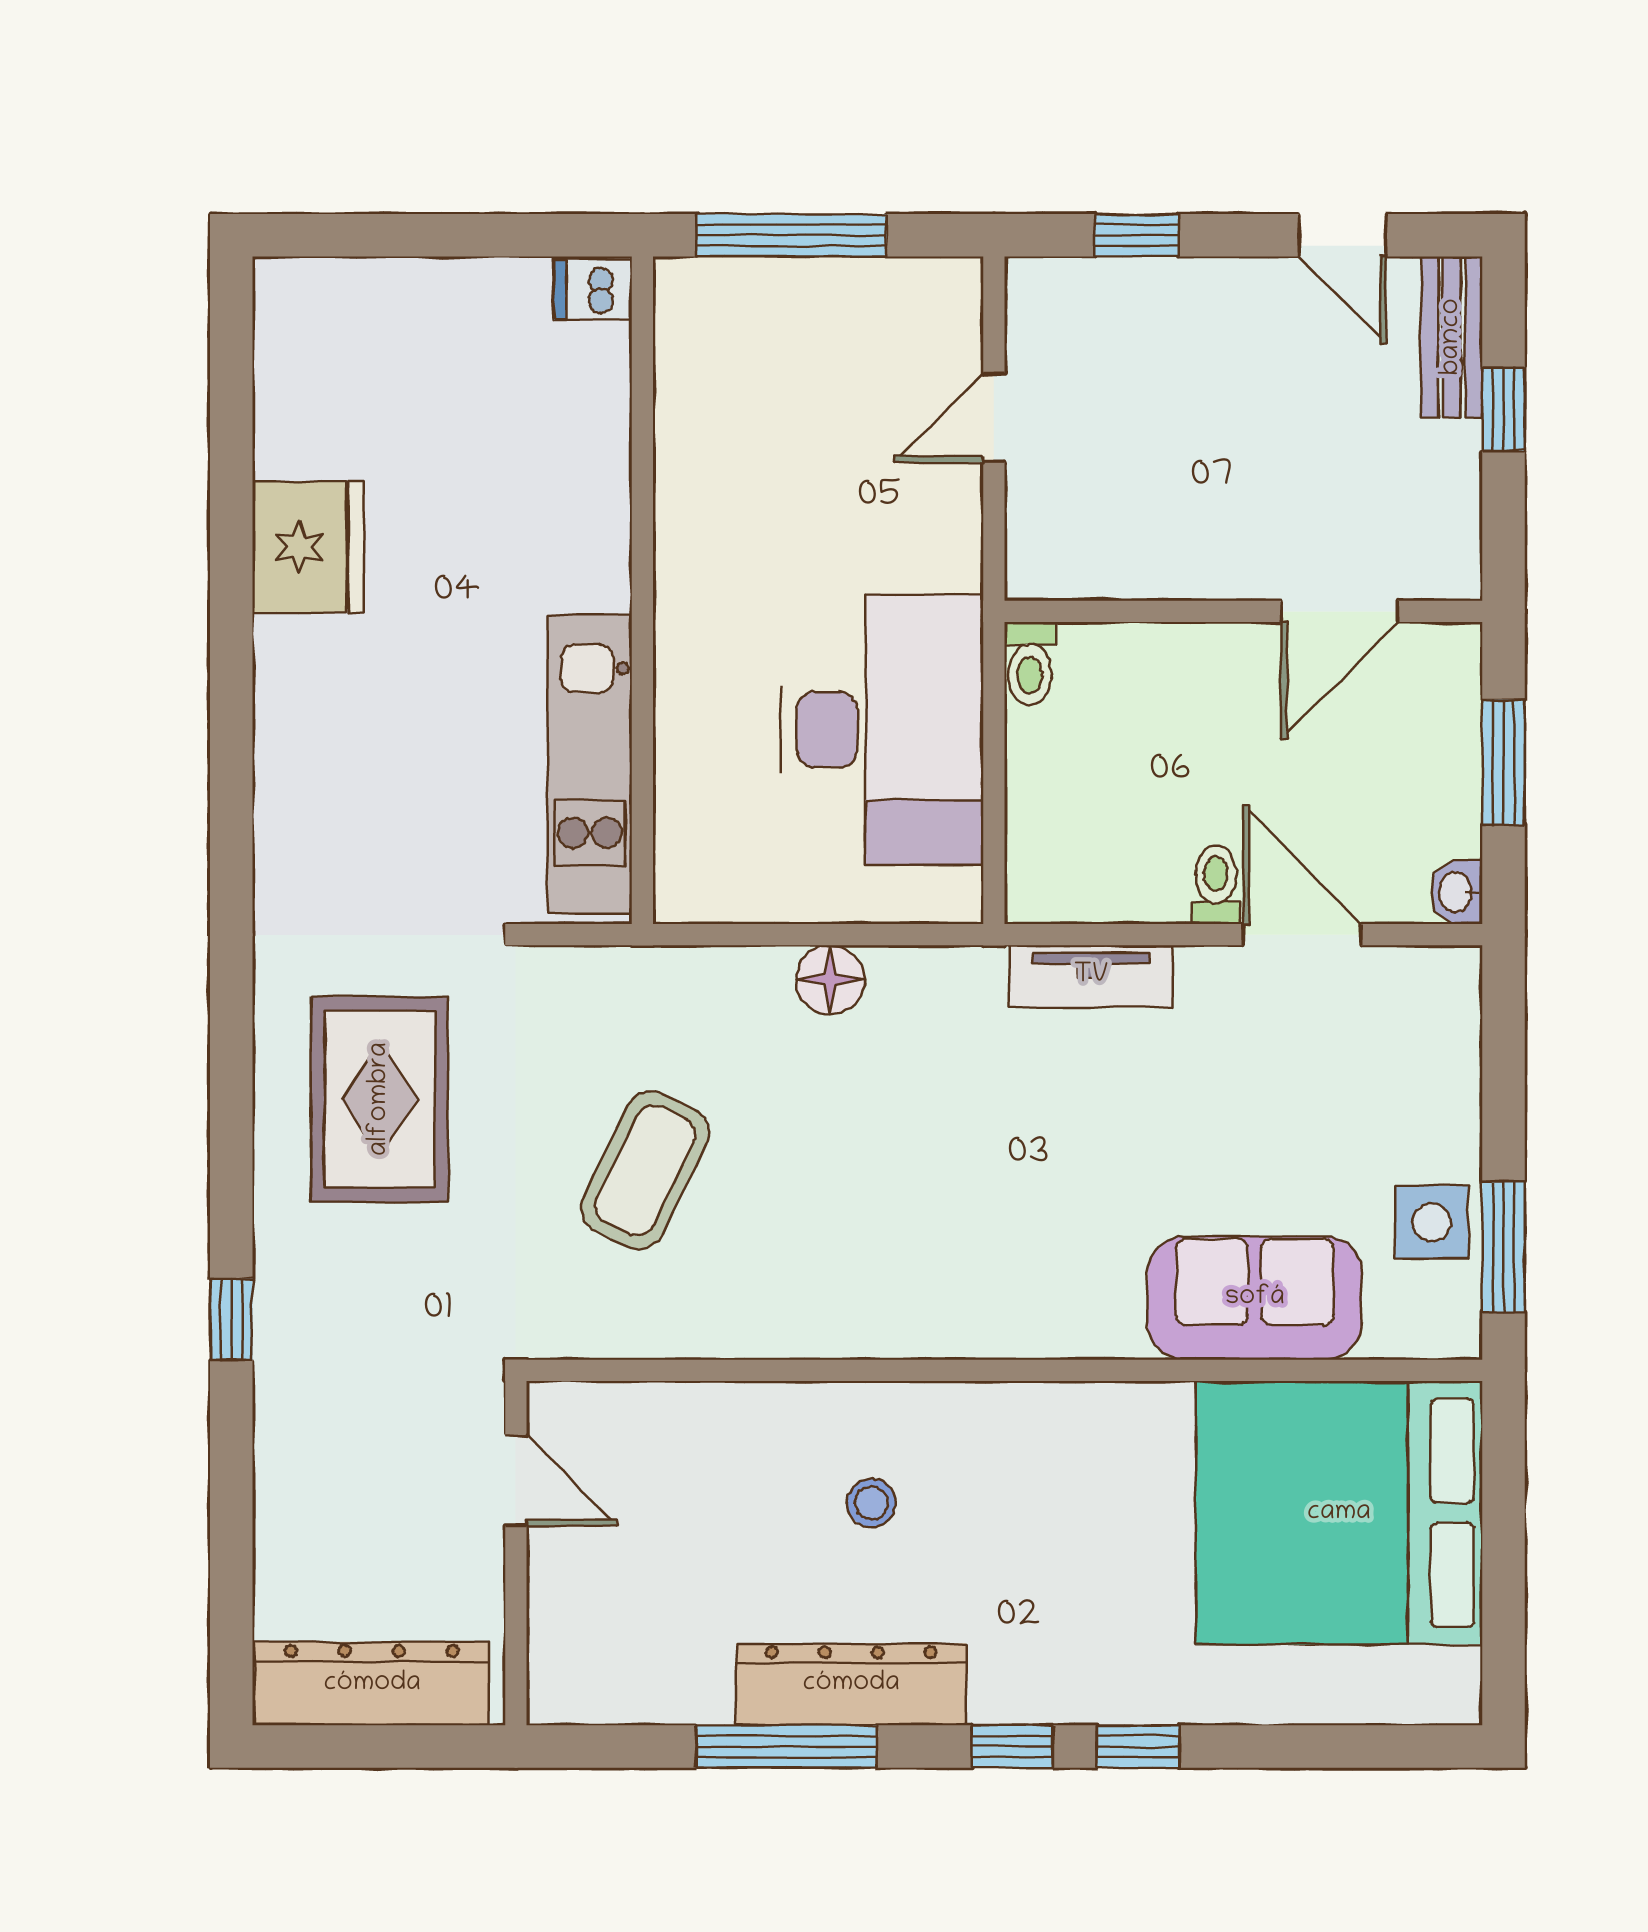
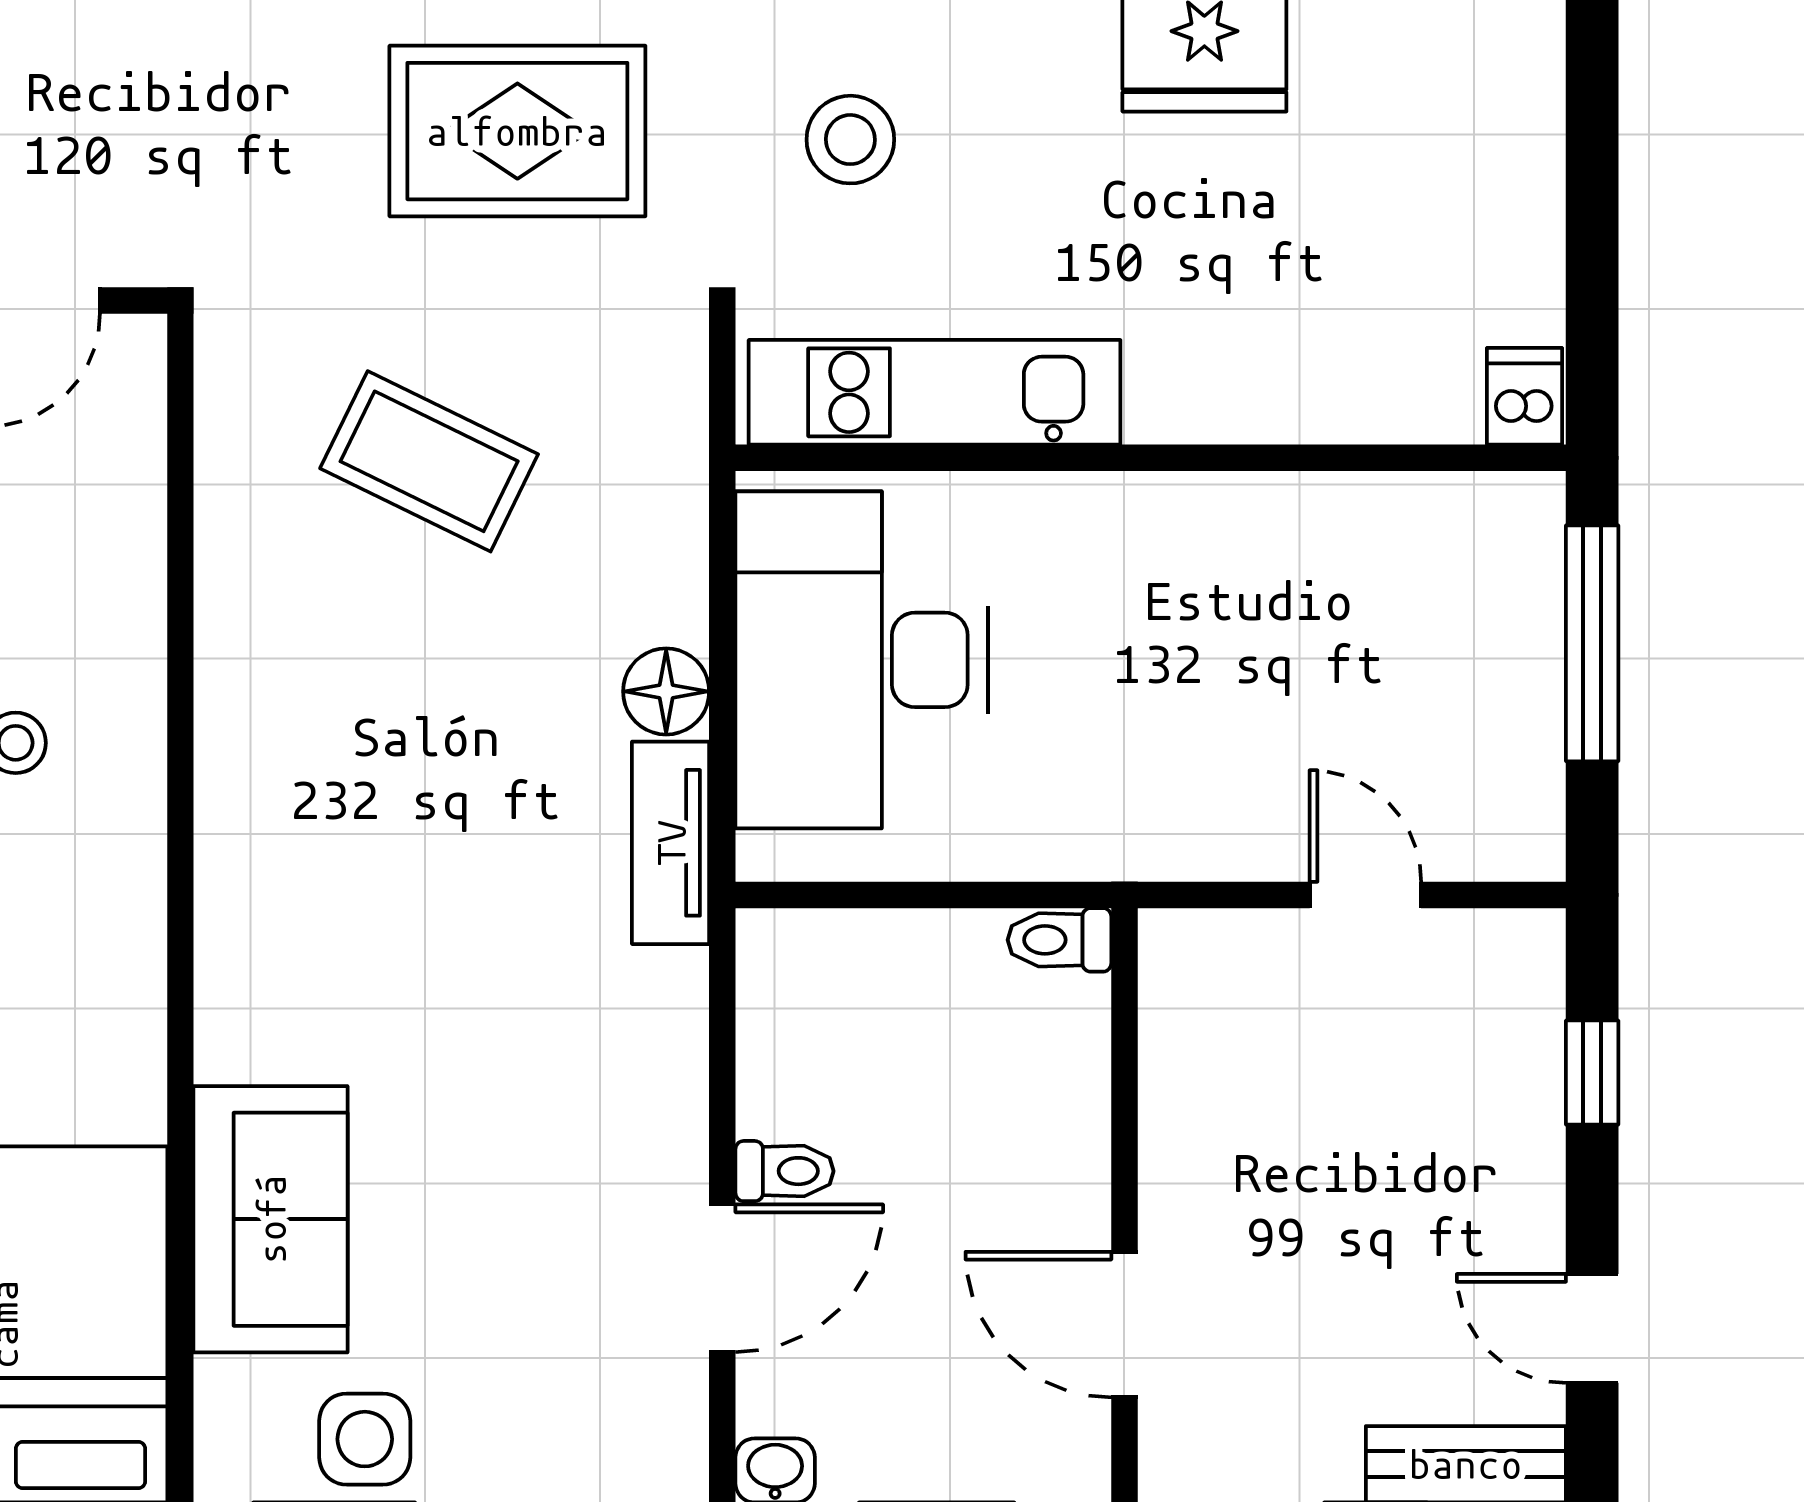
door: (1342, 235) -> (1592, 1328), hinge flipped
desk: (882, 729) -> (862, 660), moved, turned 90
stool: (387, 832) -> (850, 140), added
tv unit: (1091, 976) -> (671, 843), moved

